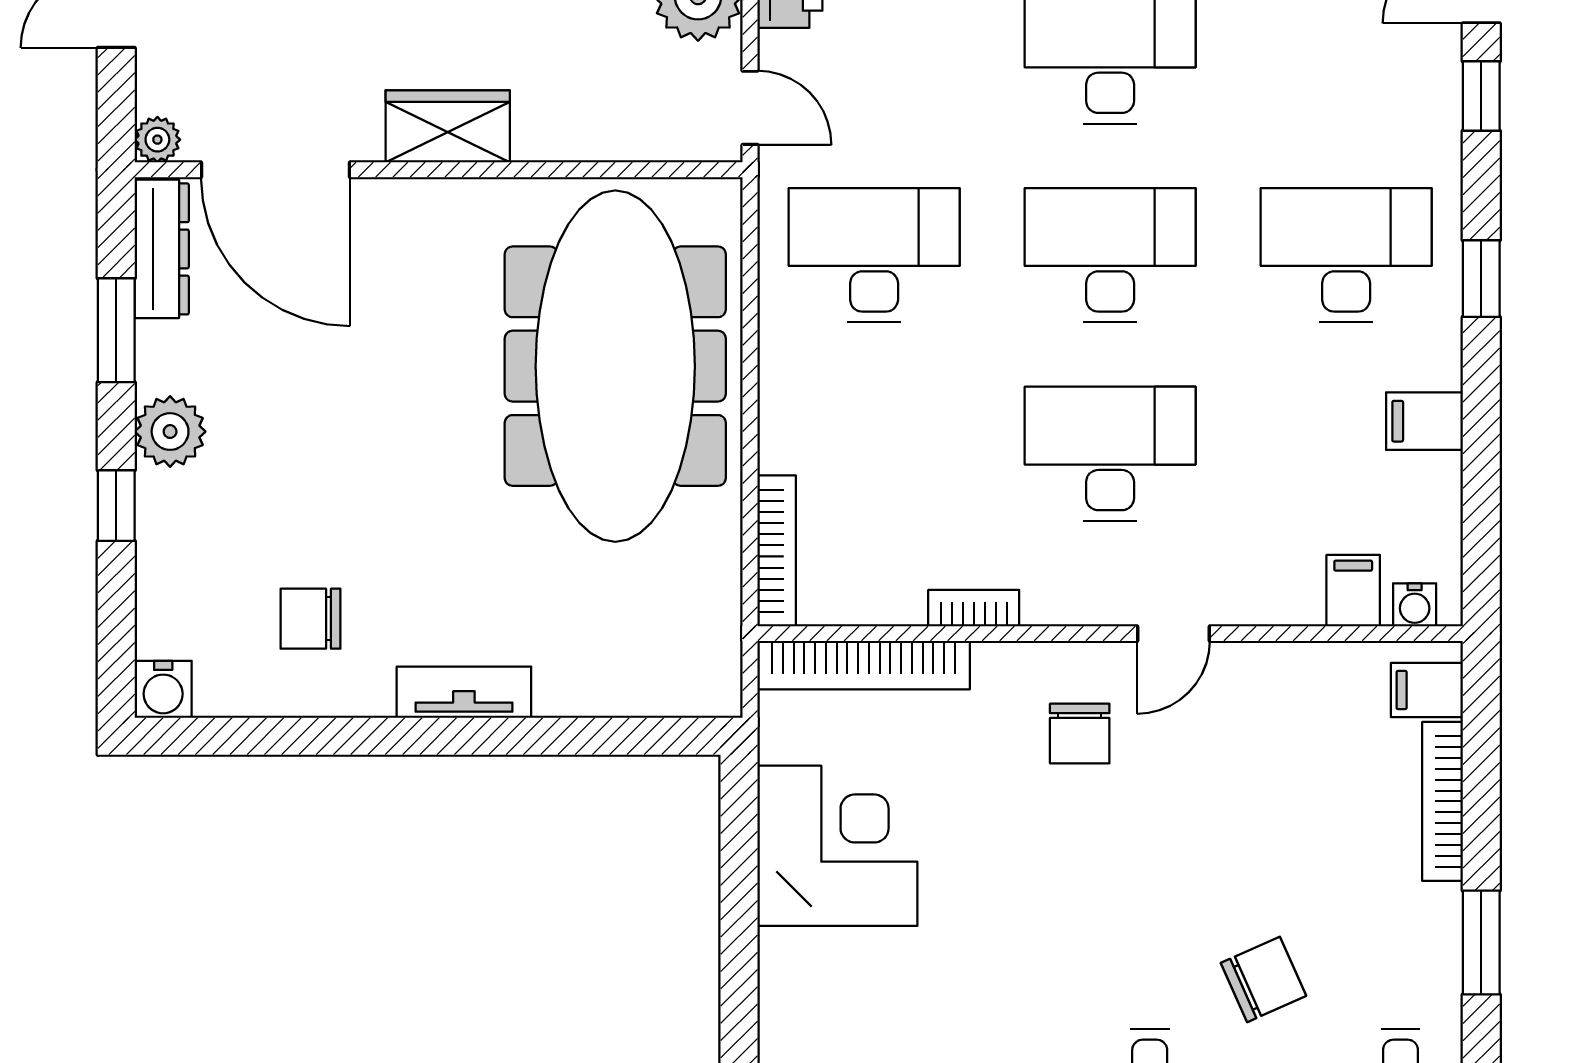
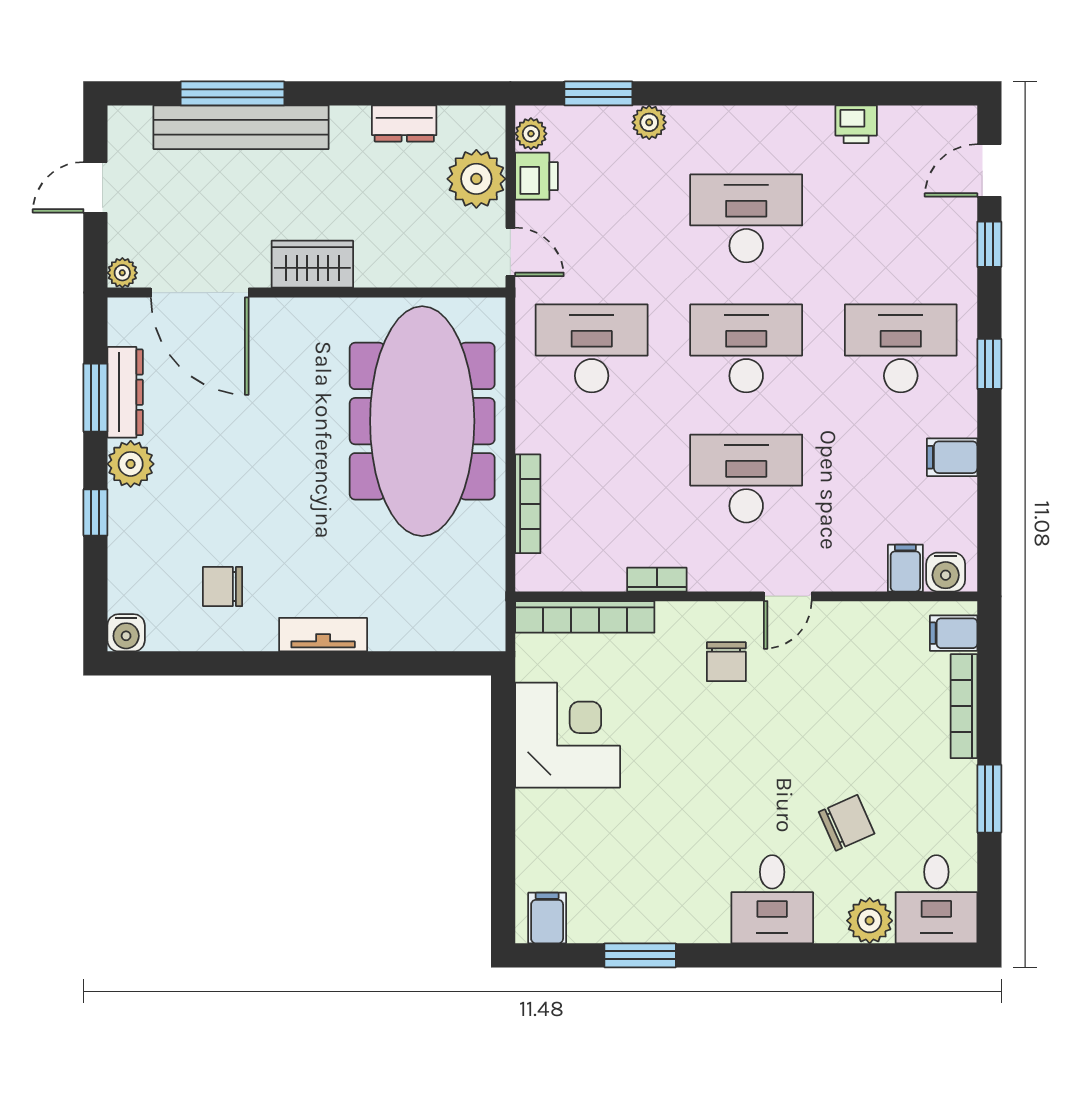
dresser: (162, 249) -> (125, 392), moved
bookcase: (777, 551) -> (528, 504), moved
water cooler: (1415, 605) -> (946, 572), width x1.38, depth x1.38

